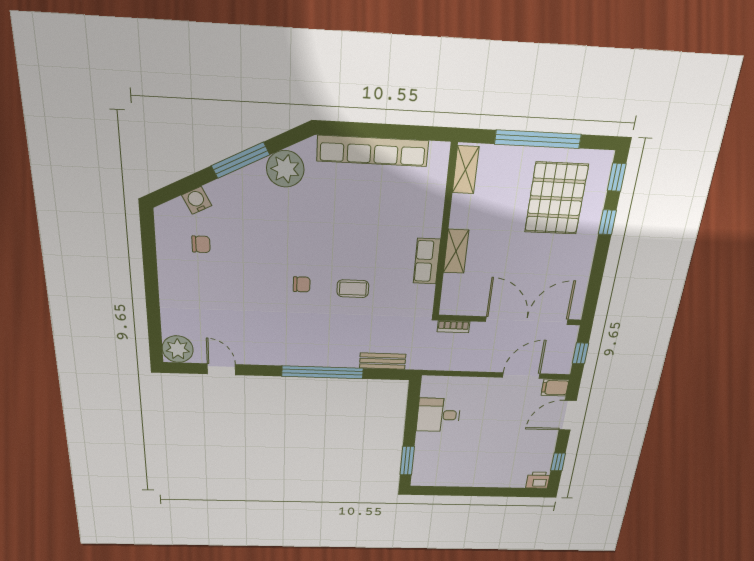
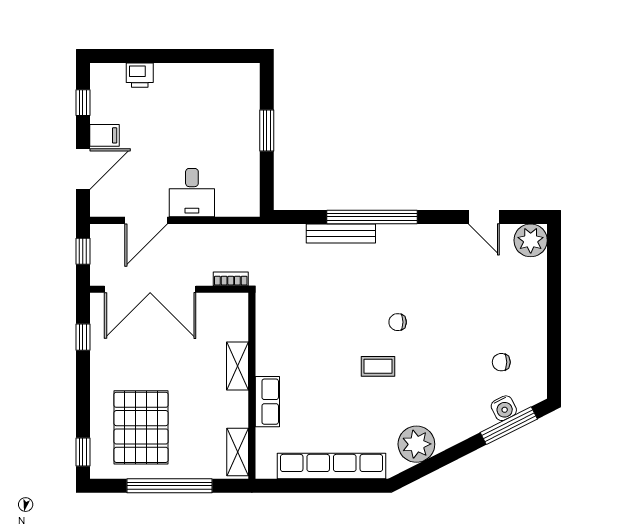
window: (240, 160) -> (509, 426), moved
window: (607, 222) -> (83, 337), moved
row of seats: (427, 261) -> (267, 402), moved
coffee table: (353, 289) -> (378, 366), moved
bench: (383, 361) -> (341, 233), moved, width x1.36
filing cabinet: (555, 388) -> (104, 135), moved
desk: (439, 415) -> (192, 193), moved, turned 90
window: (407, 461) -> (267, 131), moved
printer: (538, 480) -> (140, 75), moved

